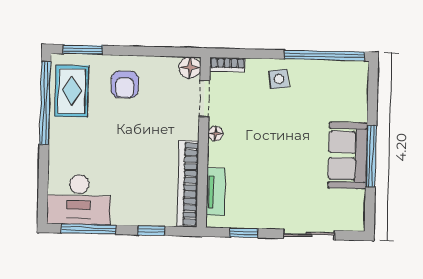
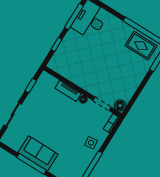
armchair: (125, 84) -> (130, 72), removed
bookcase: (188, 184) -> (68, 74), removed
tv unit: (216, 192) -> (68, 91), moved

